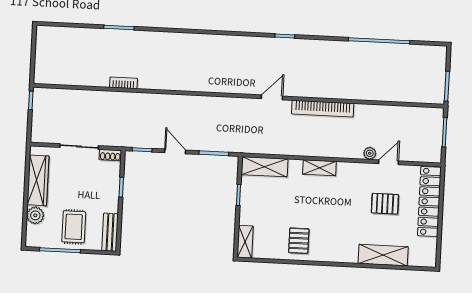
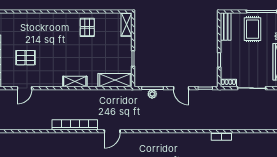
plant: (370, 153) -> (152, 94), moved
shelving: (383, 255) -> (25, 20), removed

